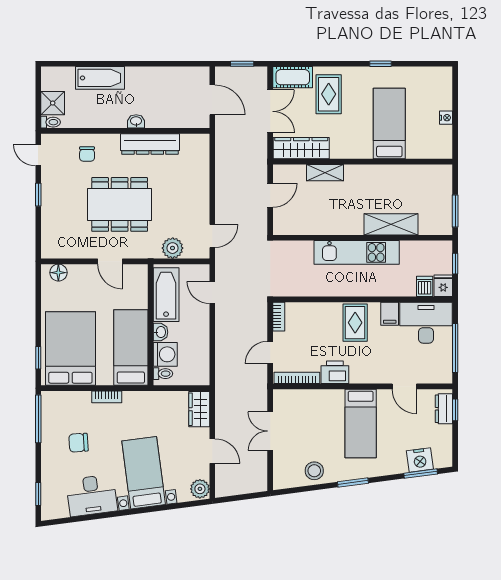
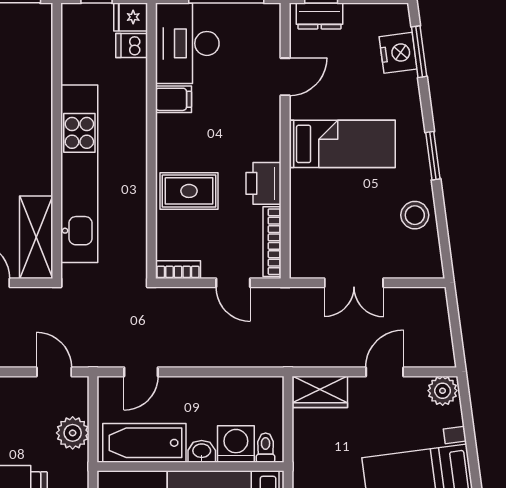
shelving: (391, 224) -> (36, 237), moved
kitchen unit: (357, 252) -> (79, 174), width x1.36
rug: (355, 323) -> (189, 191), moved

